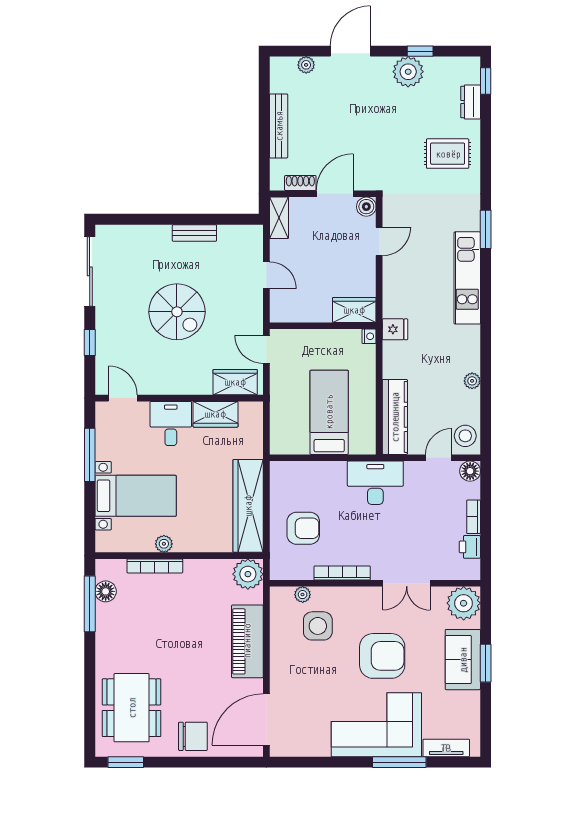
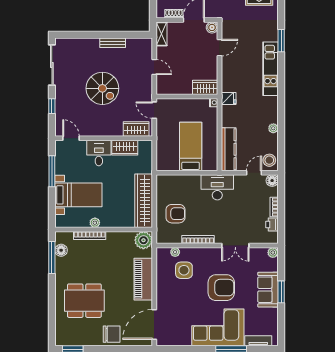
plant: (464, 603) -> (273, 253), width x0.53, depth x0.53
dining table: (132, 708) -> (84, 301), moved, turned 90

